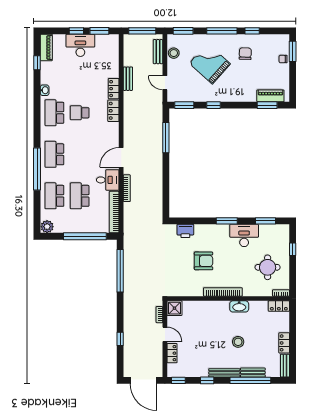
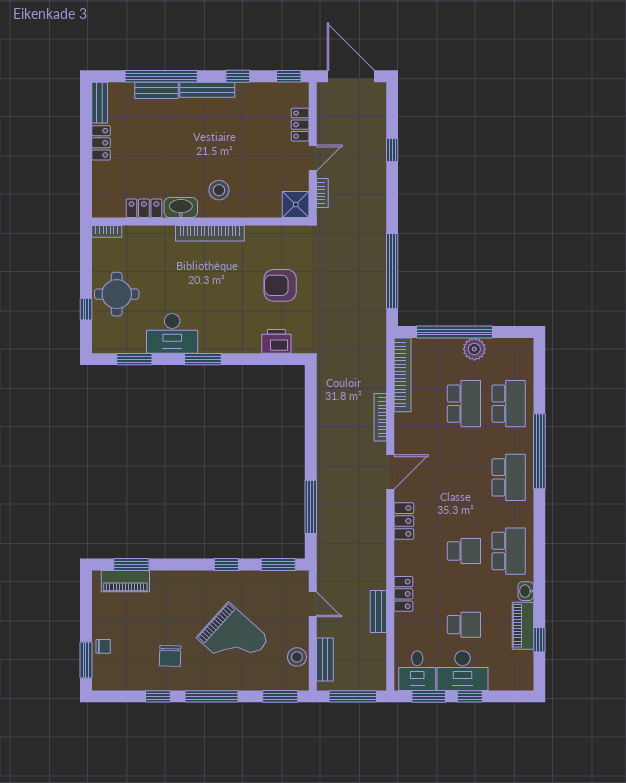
piano: (46, 47) -> (523, 626), moved
school desk: (80, 71) -> (464, 625), added
locker: (113, 111) -> (404, 521), moved
desk: (108, 180) -> (417, 671), moved, turned -90
plant: (47, 227) -> (474, 349), moved
armchair: (204, 261) -> (280, 285), moved
round table: (268, 267) -> (117, 294), moved
locker: (279, 306) -> (144, 208), moved
door: (165, 334) -> (313, 158), swing flipped
stool: (238, 342) -> (219, 190), moved

